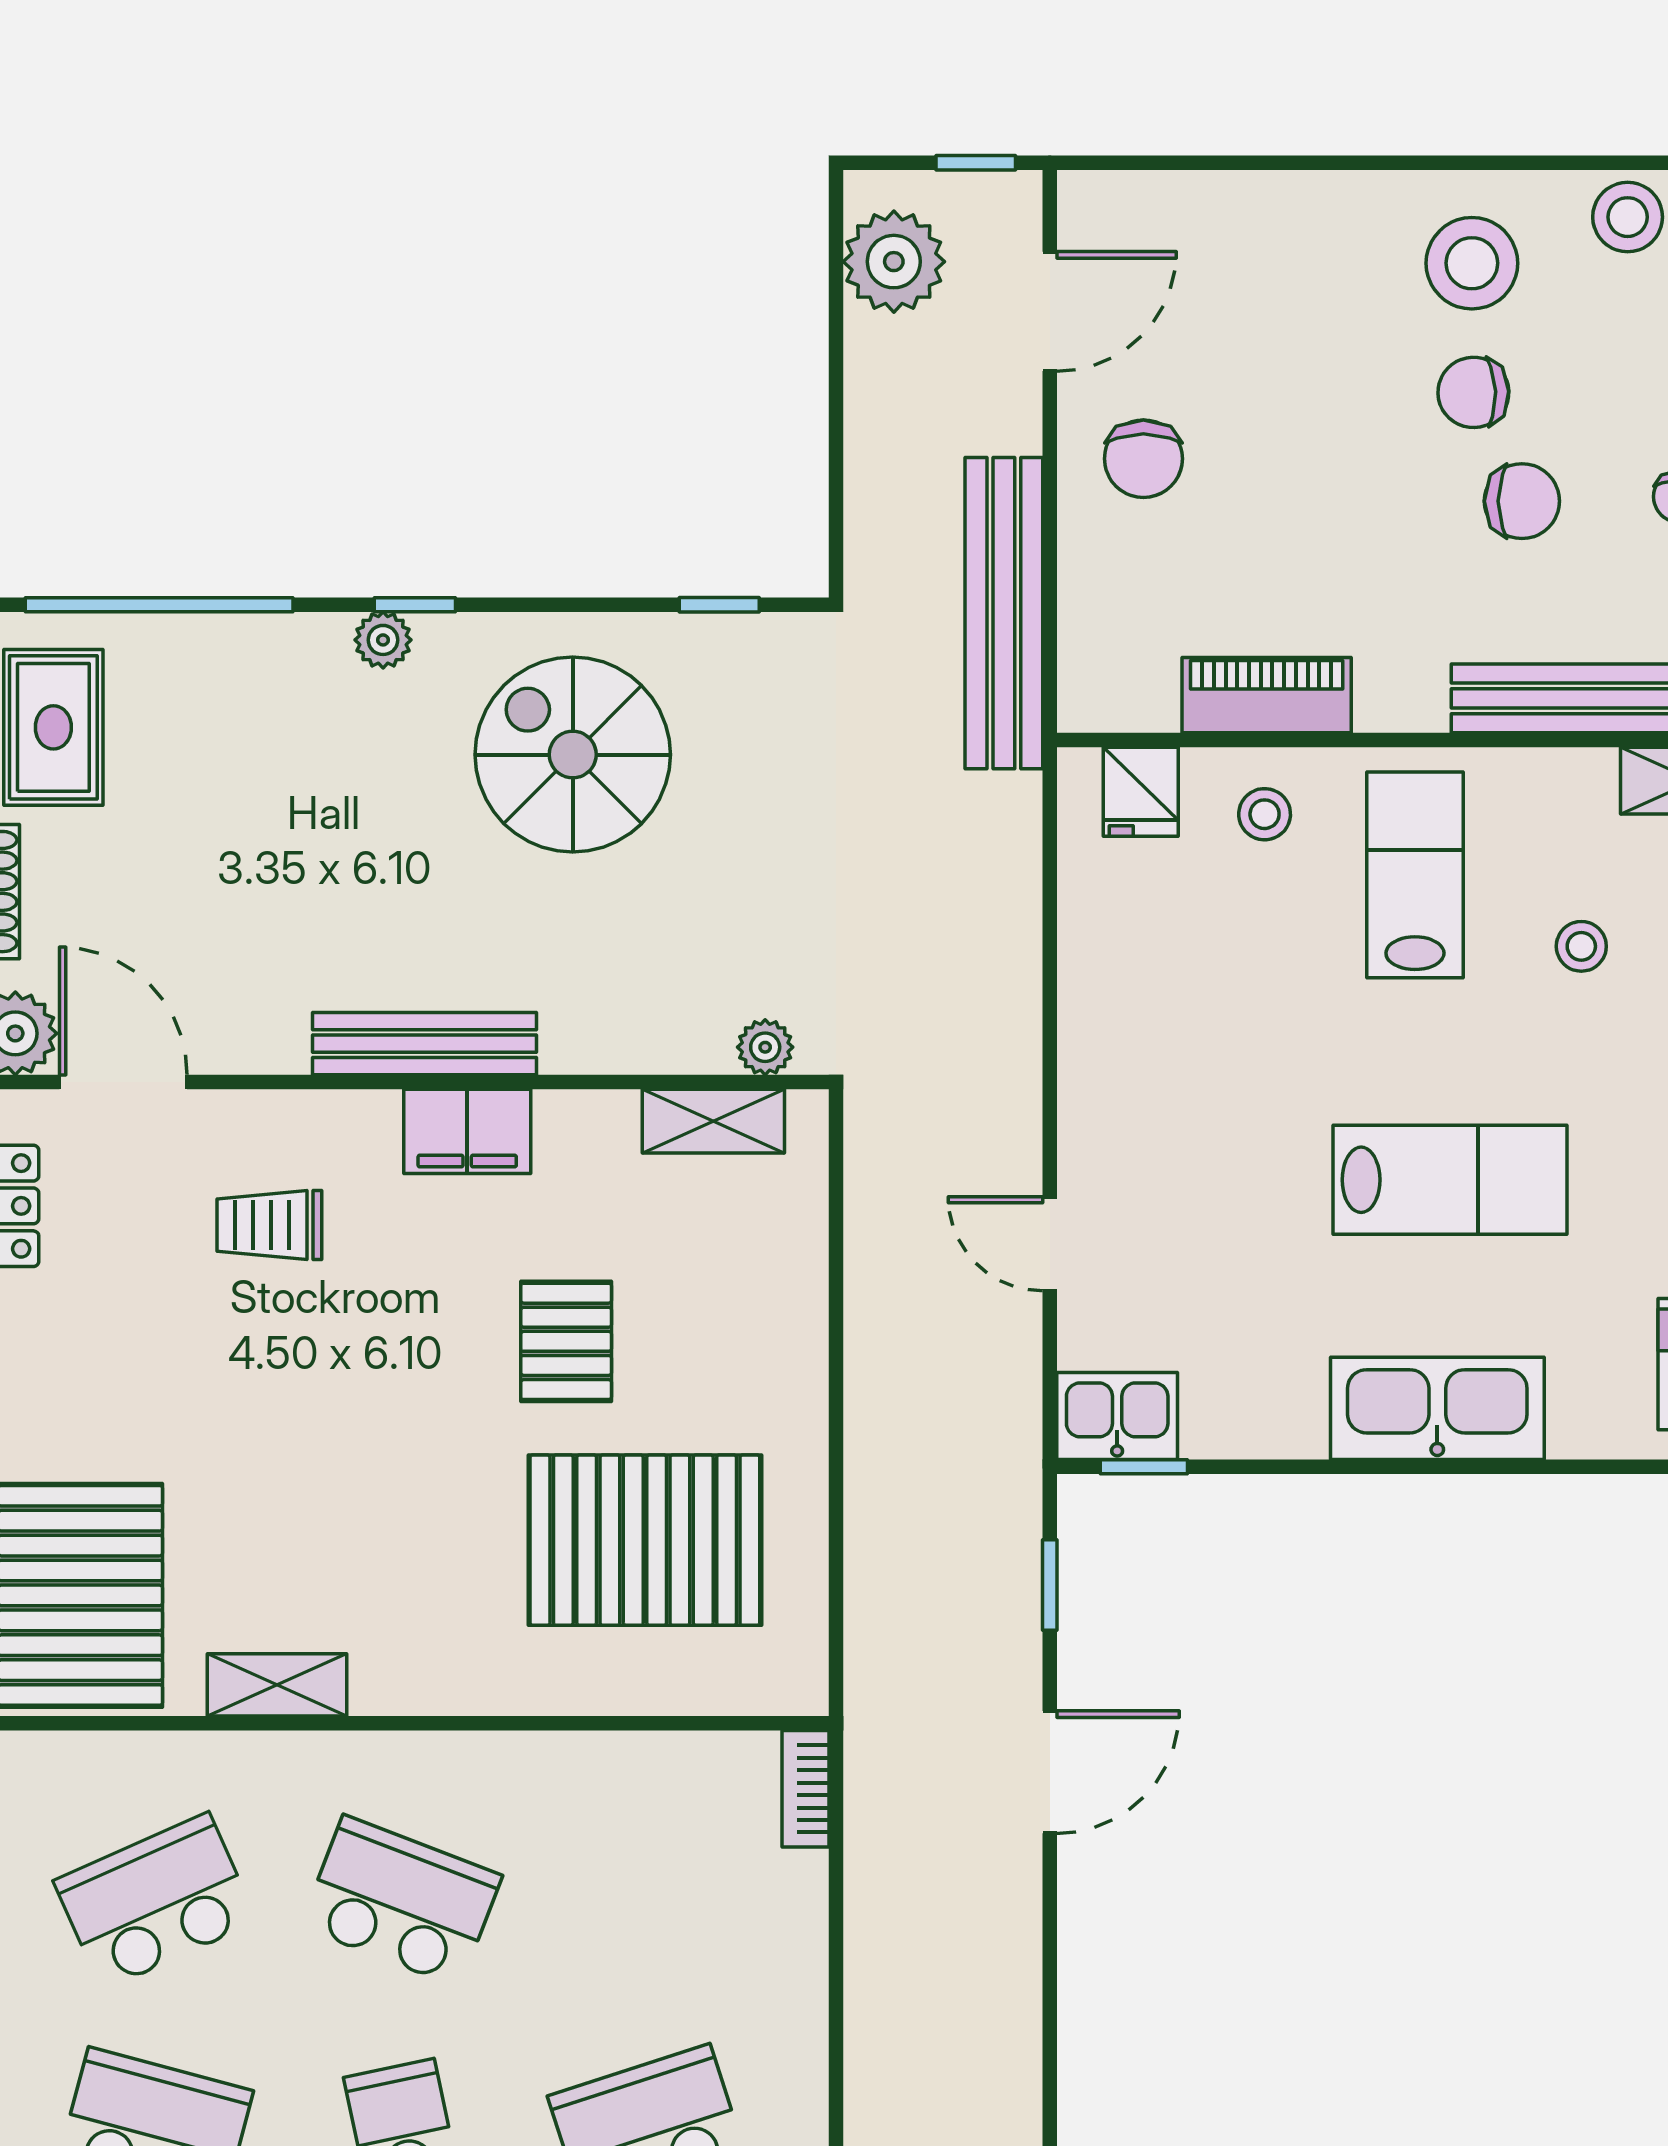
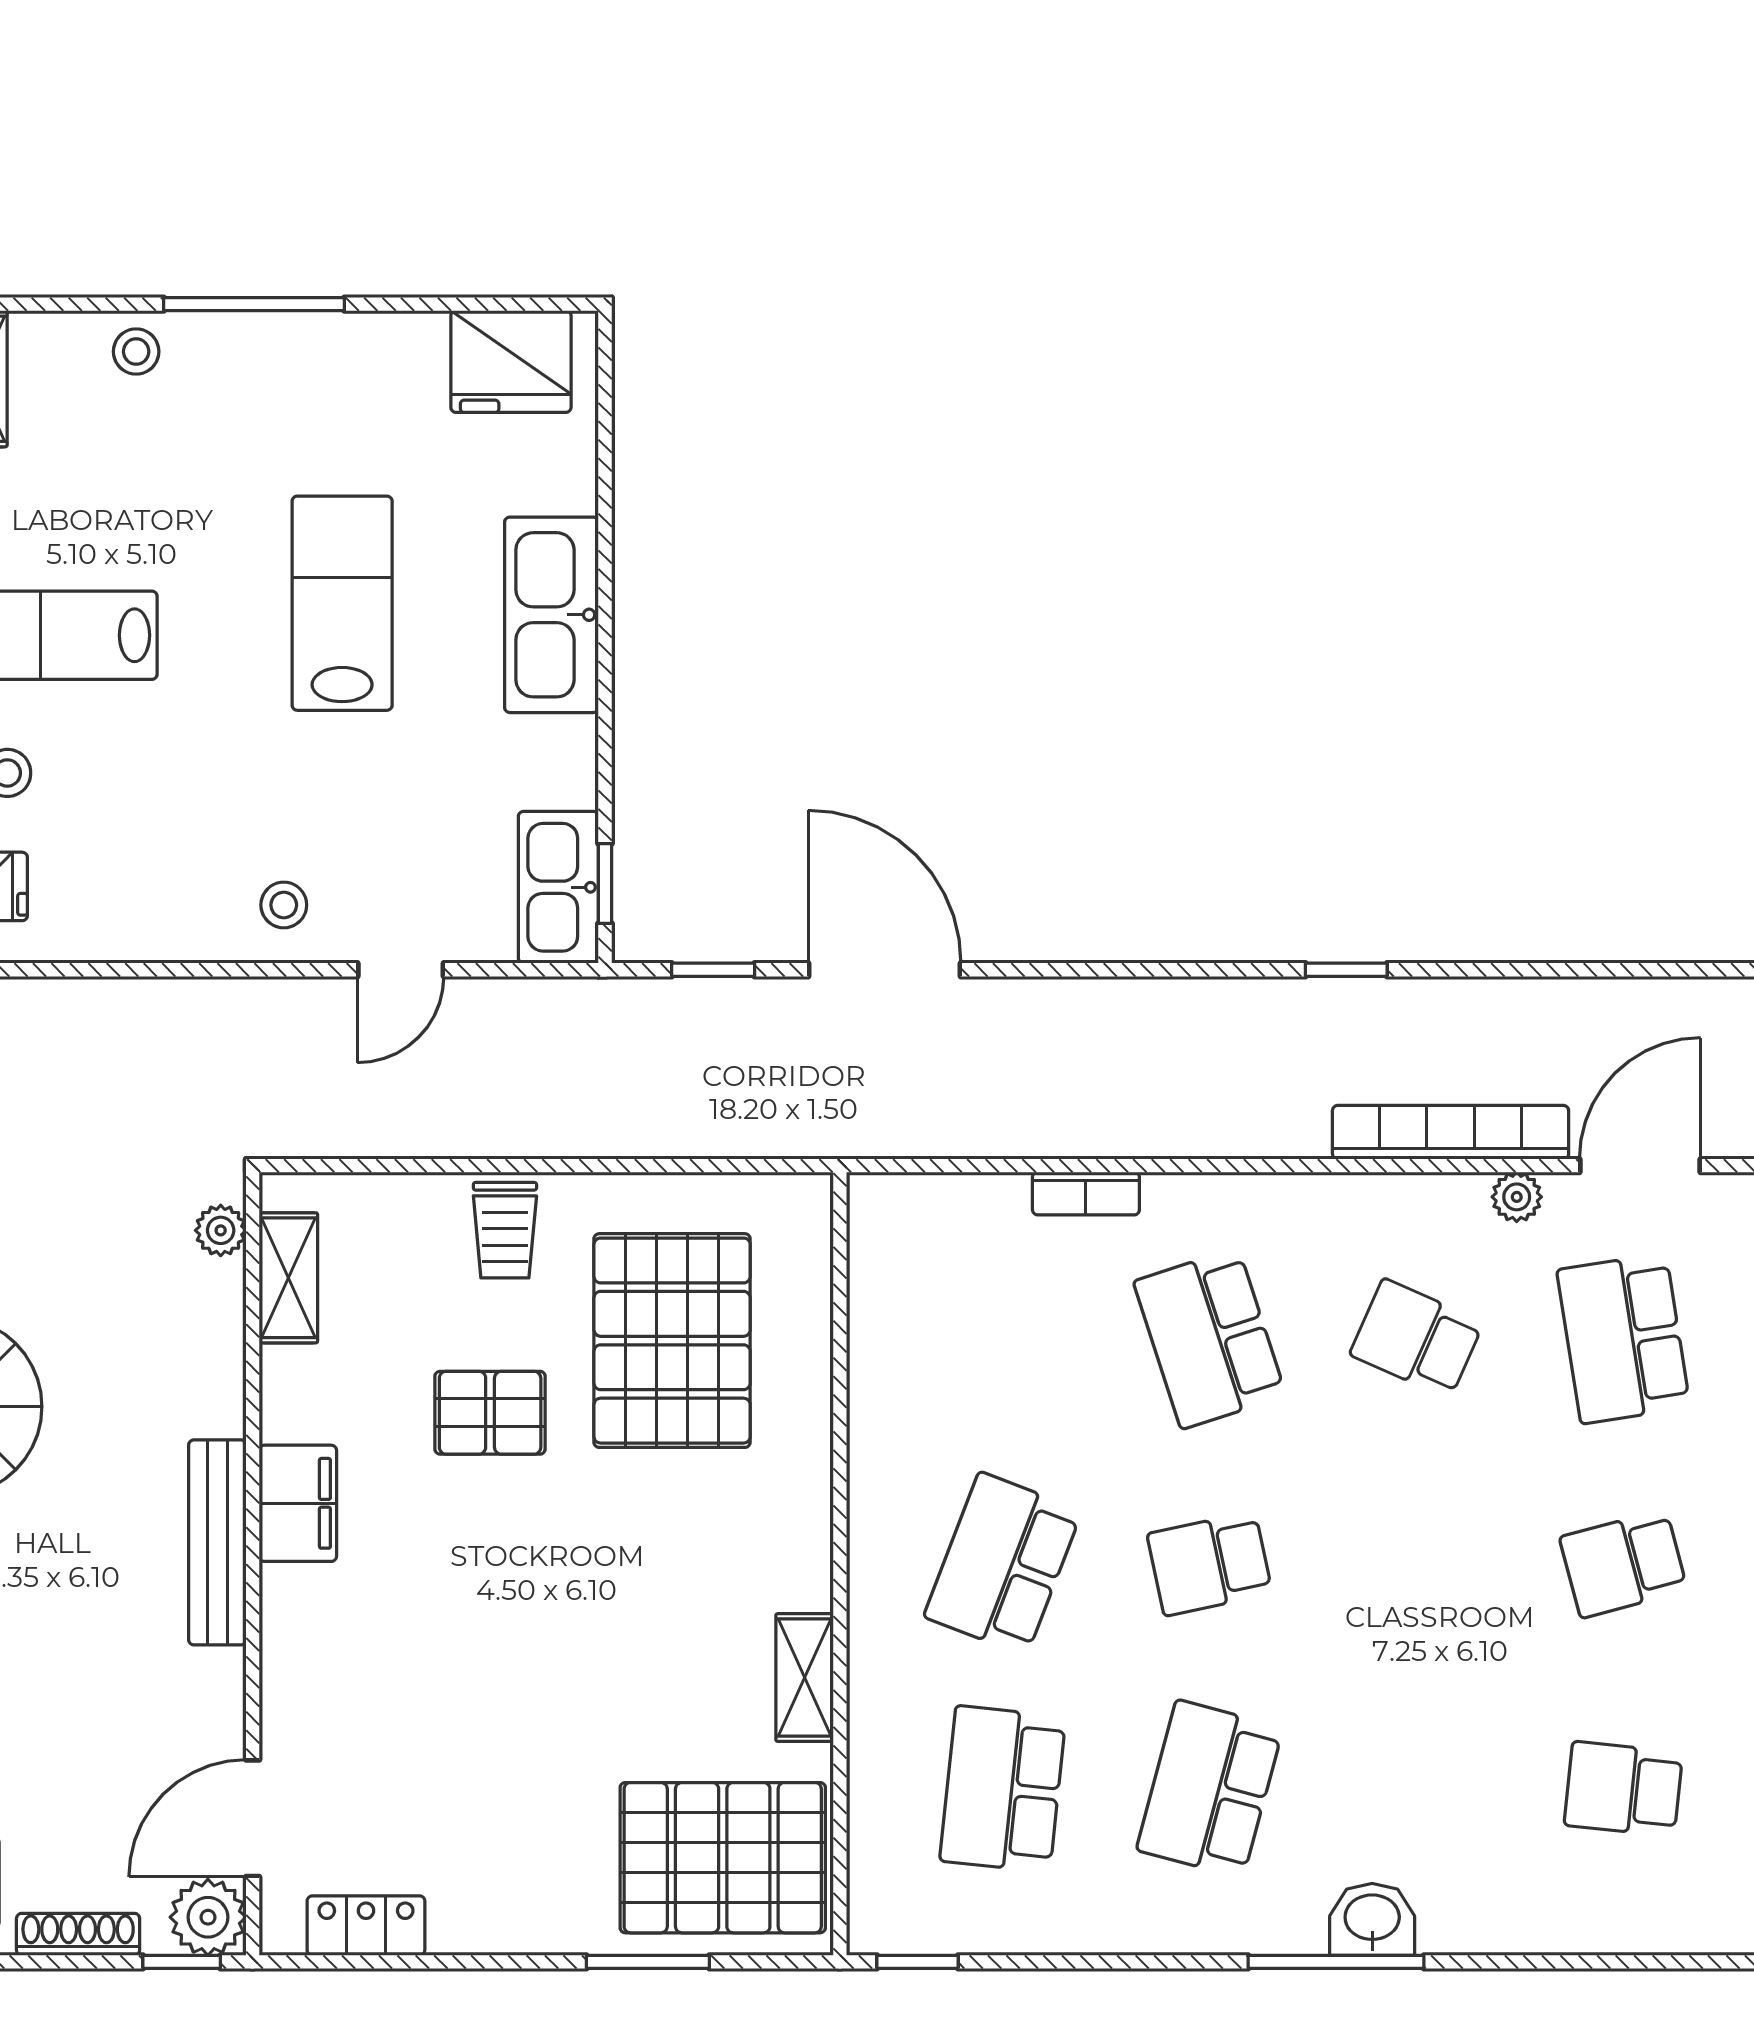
stool: (1581, 946) -> (284, 905), moved
trolley: (269, 1225) -> (505, 1230), moved
kitchen sink: (1117, 1416) -> (558, 887), width x1.38
door: (1050, 1772) -> (885, 970), width x1.36
bookcase: (805, 1789) -> (1086, 1193), moved
school desk: (155, 1901) -> (1003, 1789), turned 30

